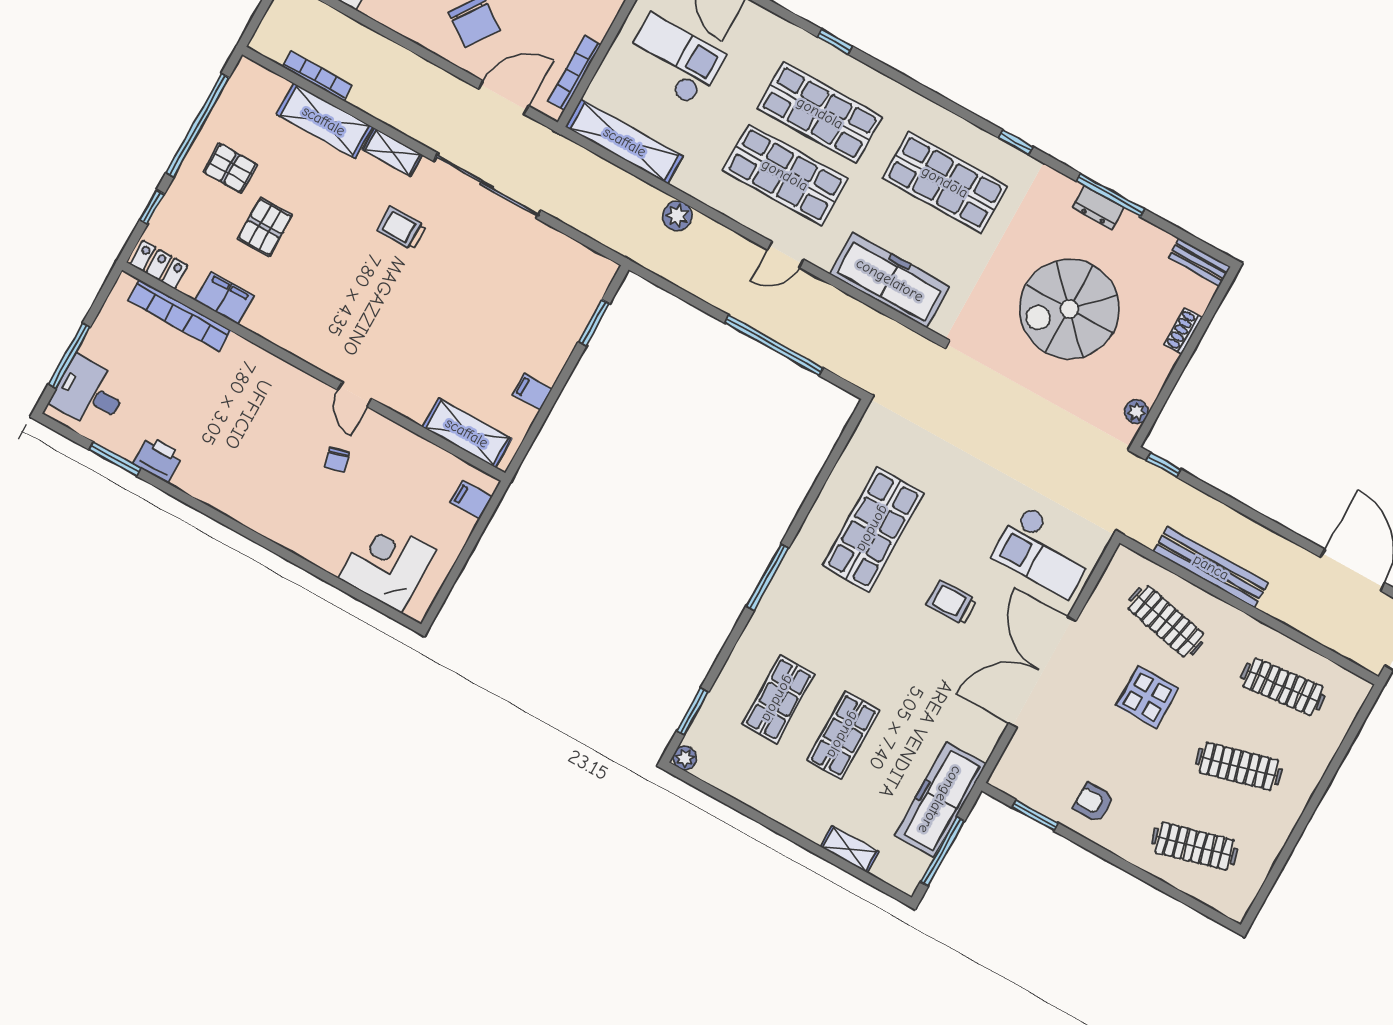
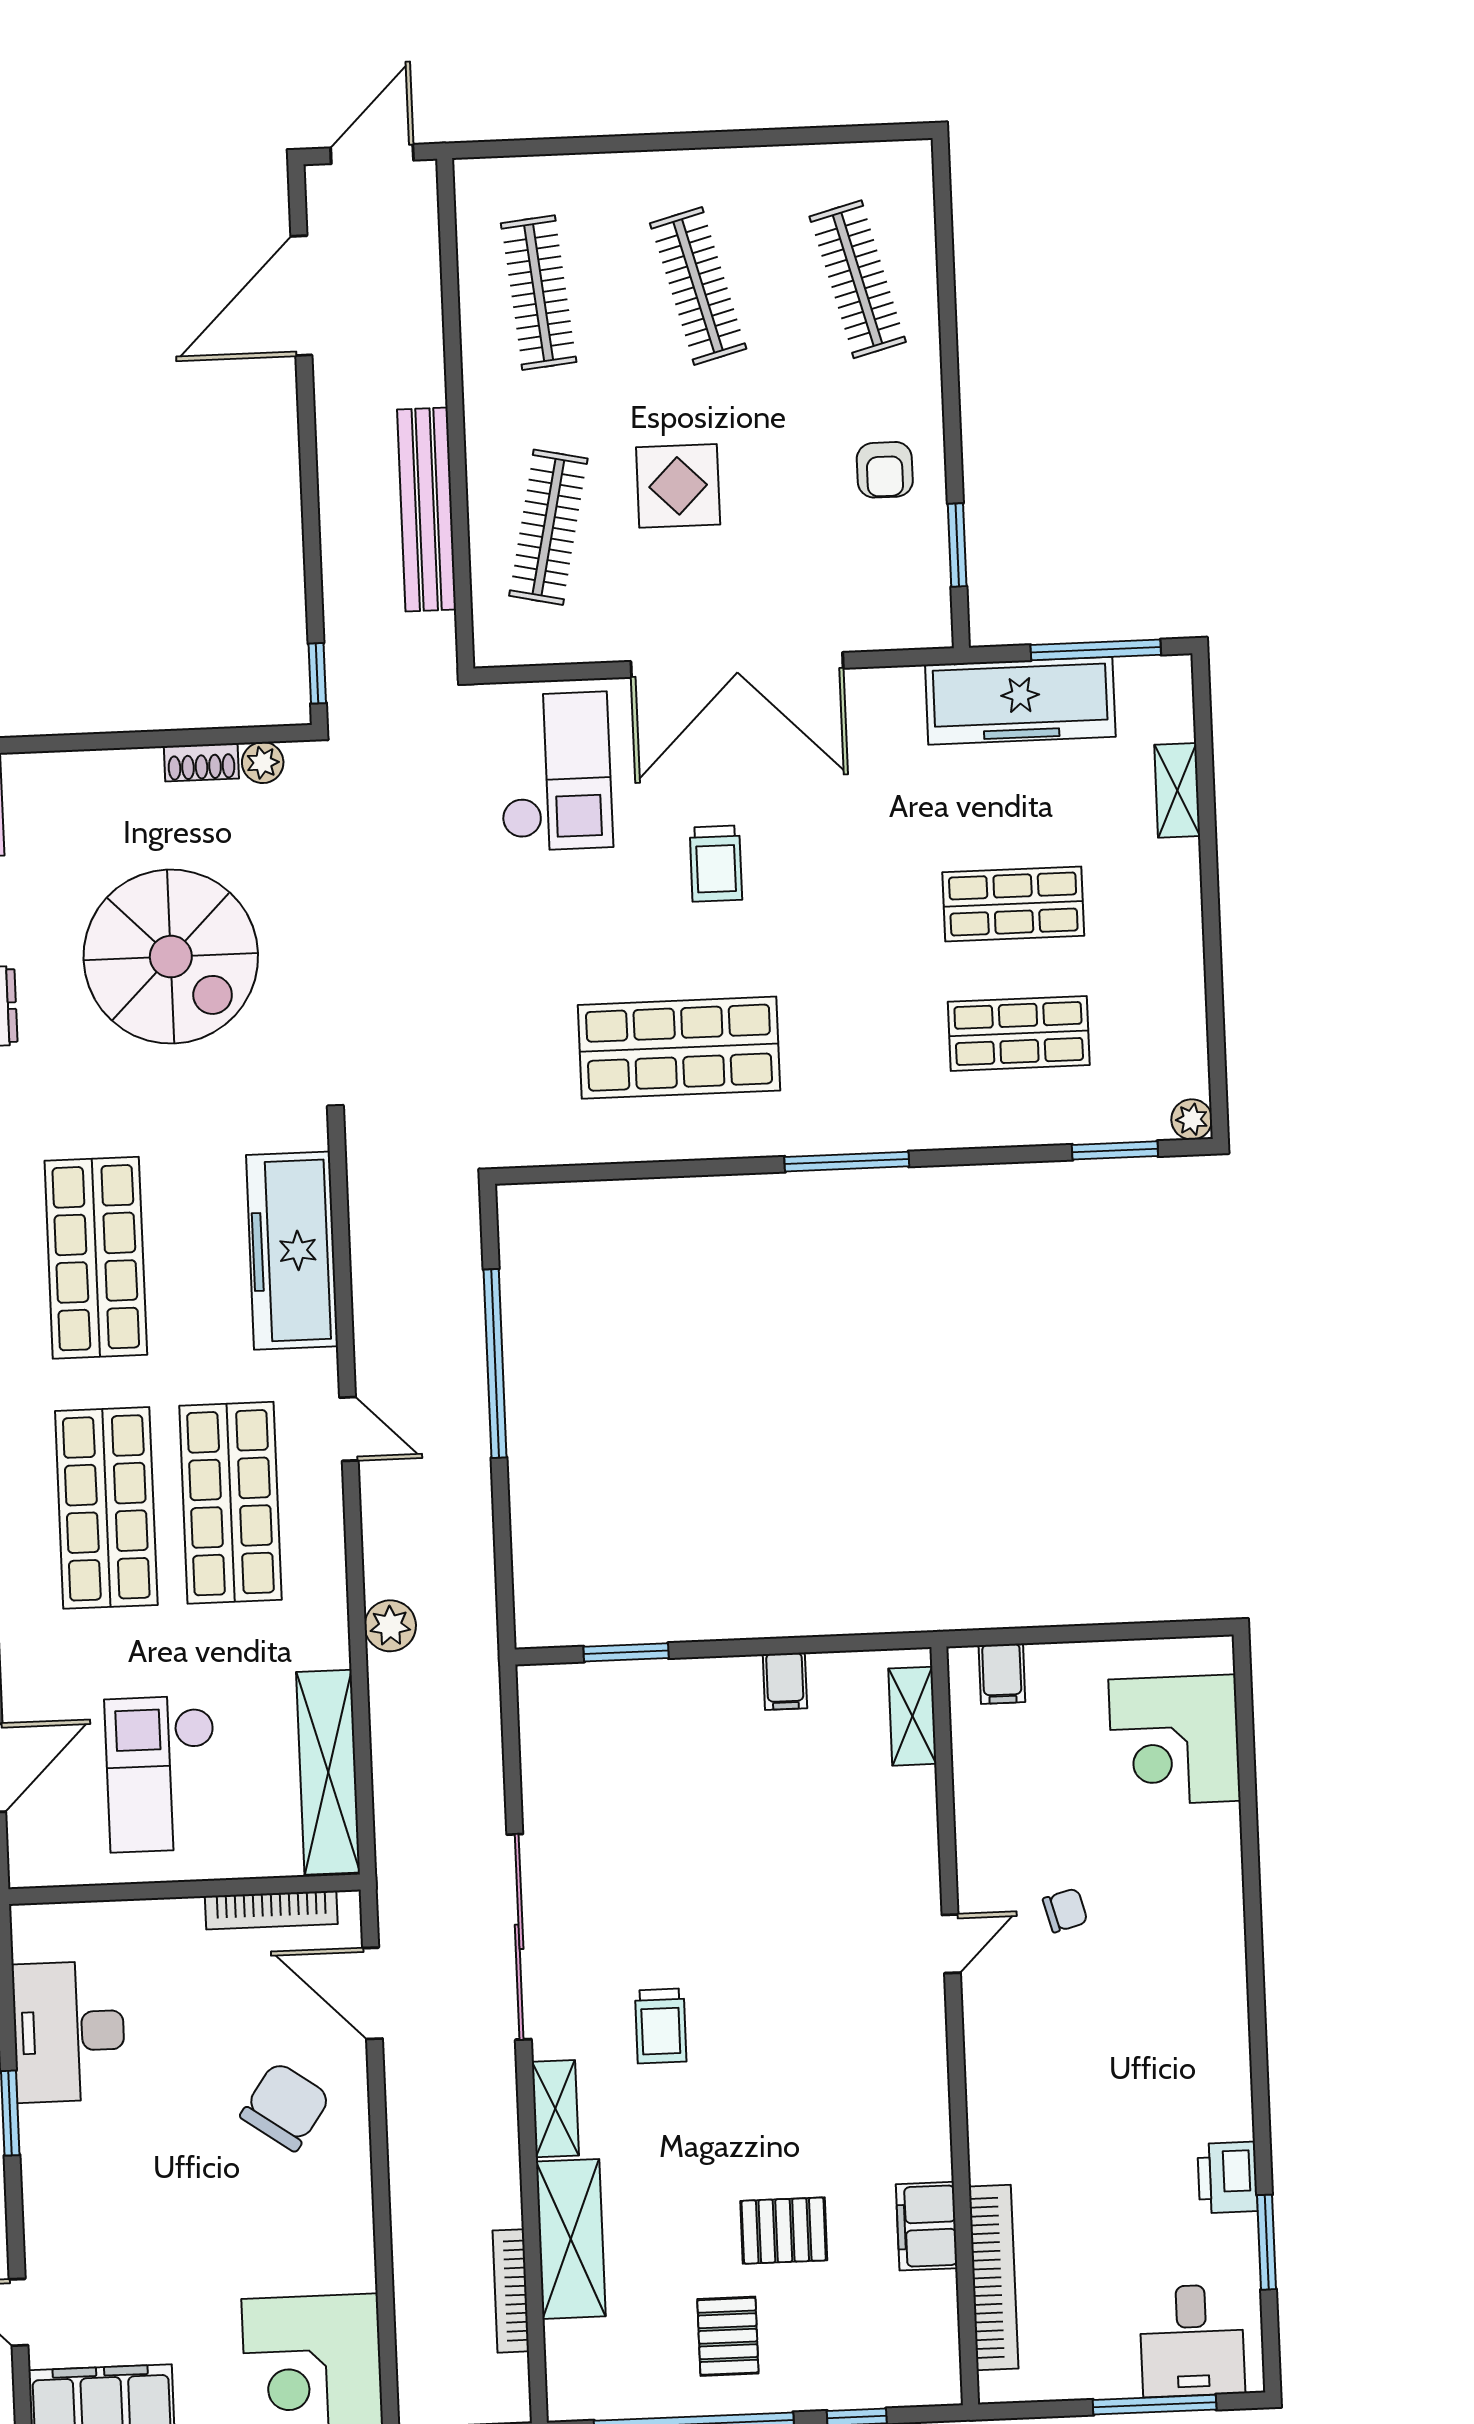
locker: (159, 265) -> (937, 2354), removed
shoe rack: (1183, 331) -> (201, 762), moved
shelving: (467, 433) -> (912, 1716), width x0.67, depth x0.75

